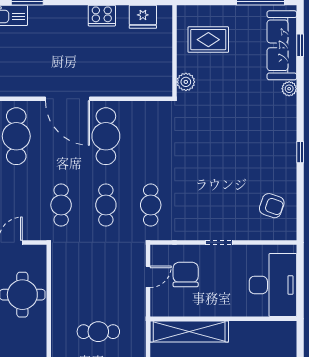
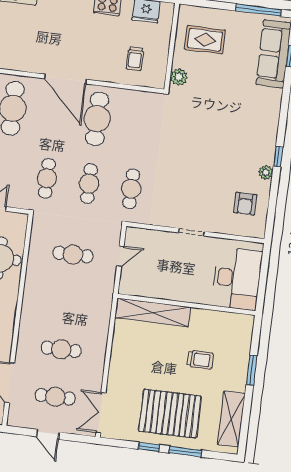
trolley: (138, 68) -> (135, 59), added
plant: (289, 89) -> (266, 172), moved
armchair: (272, 206) -> (245, 204), turned 71
chair: (186, 275) -> (156, 258), removed
cafe table: (98, 332) -> (73, 254), moved

